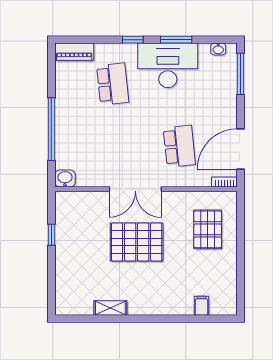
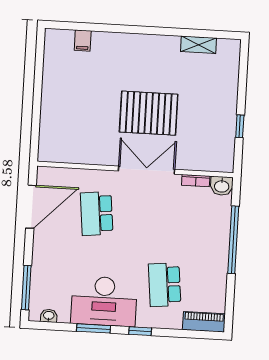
bookcase: (224, 182) -> (196, 181), moved
pallet: (208, 229) -> (71, 122), removed
shelving: (110, 308) -> (198, 45), moved

